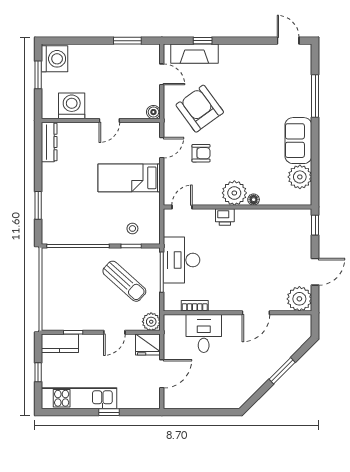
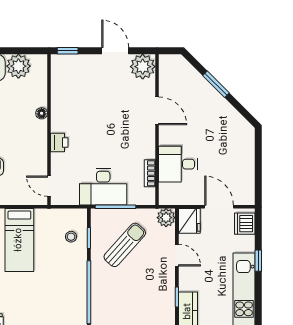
plant: (234, 193) -> (35, 133), removed
dishwasher: (145, 399) -> (245, 224), added

